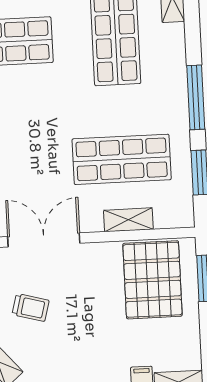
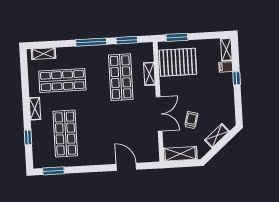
double door: (44, 240) -> (159, 114), swing flipped

